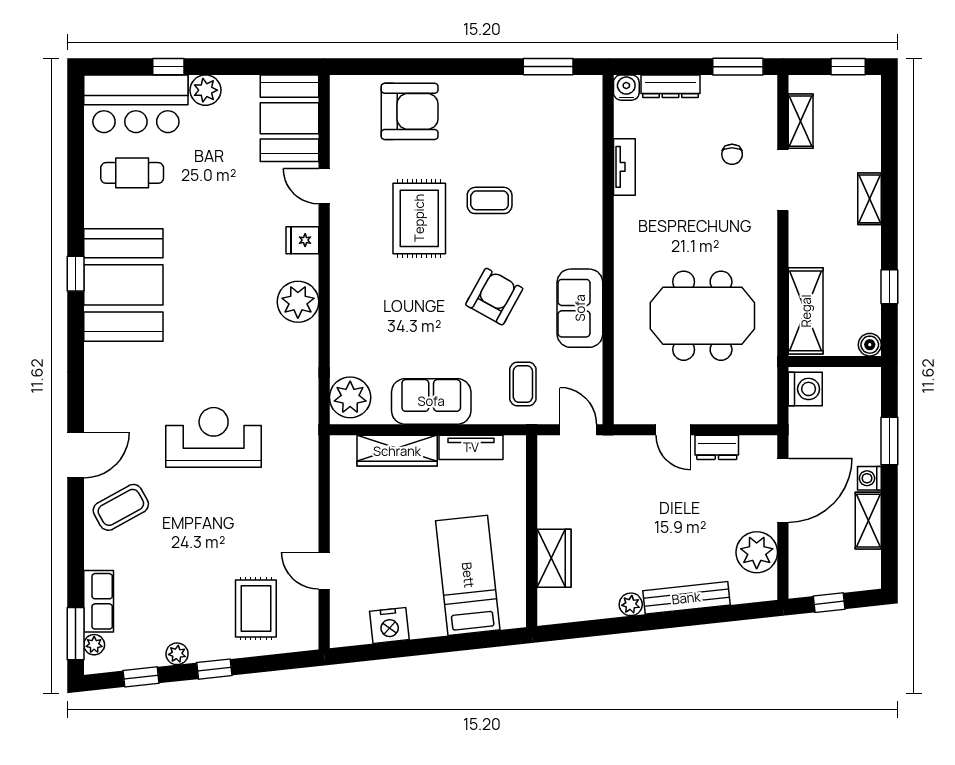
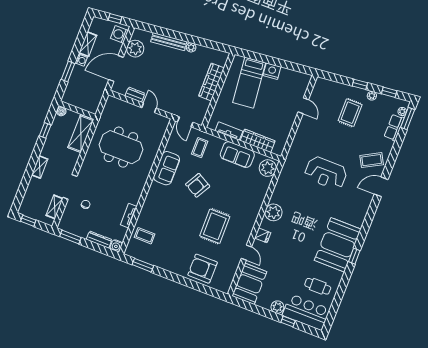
coffee table: (490, 200) -> (145, 236), moved
washing machine: (805, 389) -> (119, 34), moved
wardrobe: (554, 558) -> (211, 82), width x1.50
rug: (256, 608) -> (350, 113), moved
nightstand: (389, 625) -> (272, 71), moved

